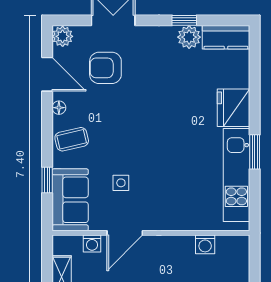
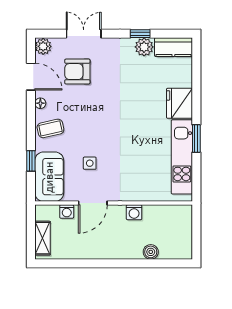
washing machine: (205, 244) -> (134, 212), moved

